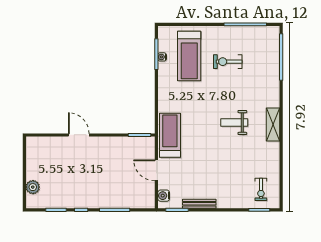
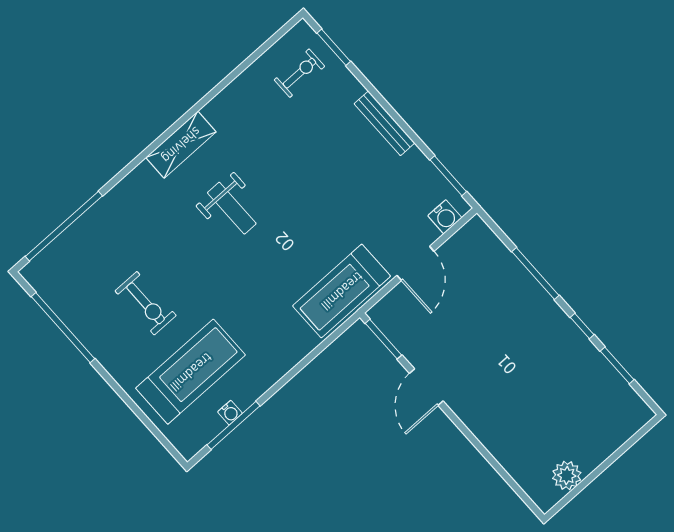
door: (79, 135) -> (426, 387), moved
plant: (33, 187) -> (567, 475), moved
bench: (199, 204) -> (384, 123), moved

